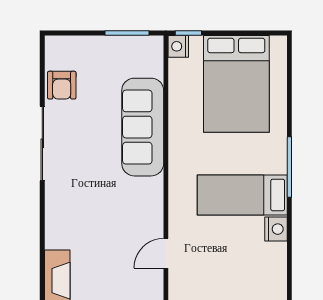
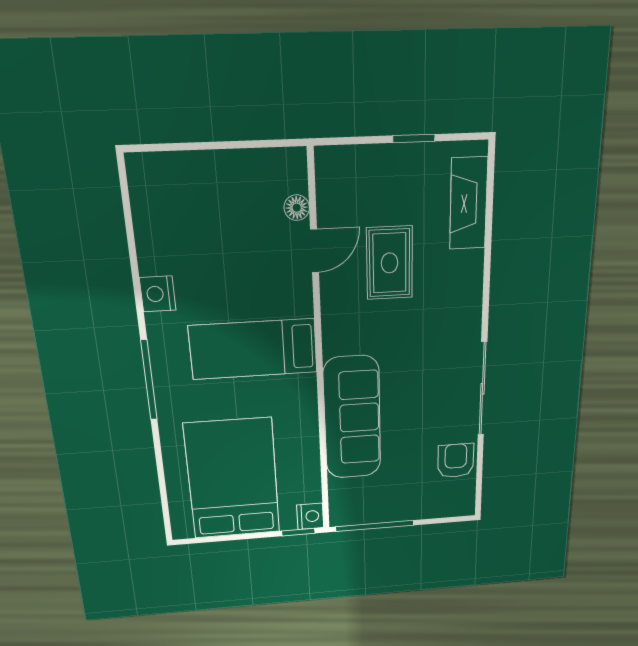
window: (127, 33) -> (375, 526), width x1.44
bed: (242, 195) -> (253, 349), moved, turned 180
rug: (113, 242) -> (390, 263), added
floor lamp: (177, 283) -> (297, 208), added

